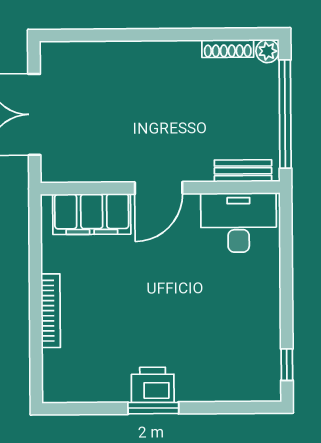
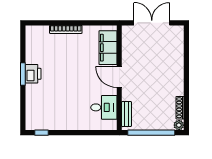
desk: (239, 223) -> (104, 107), width x0.73

